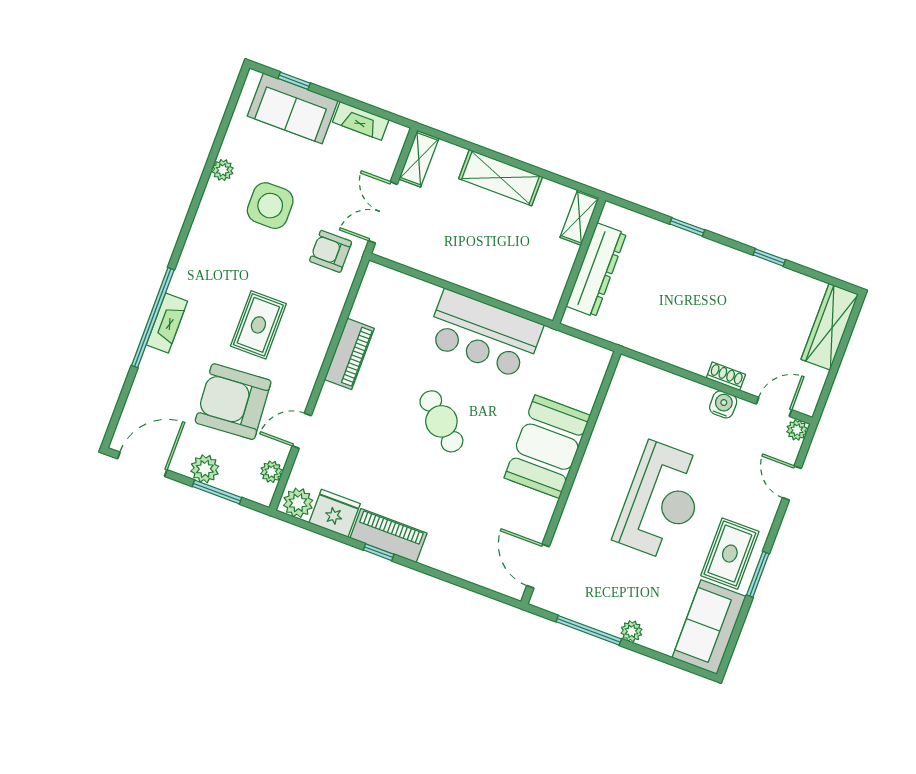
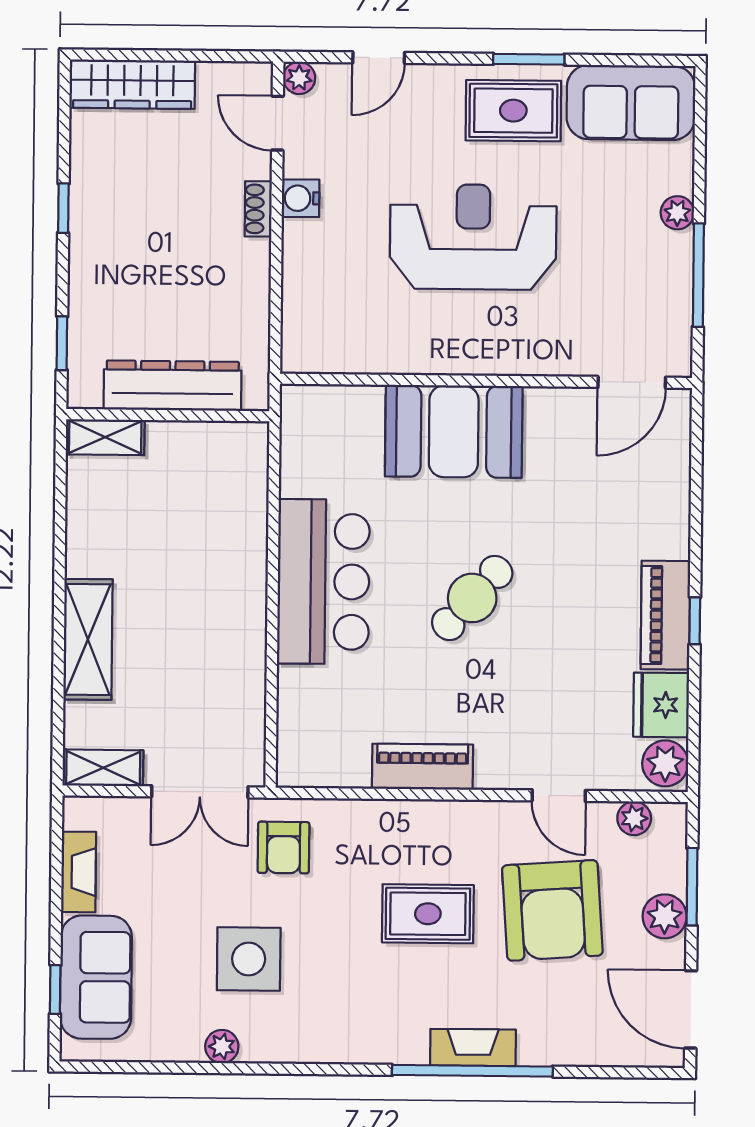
shelving: (580, 218) -> (105, 437), moved
wall: (579, 261) -> (168, 415), moved
dresser: (596, 270) -> (173, 386), moved

